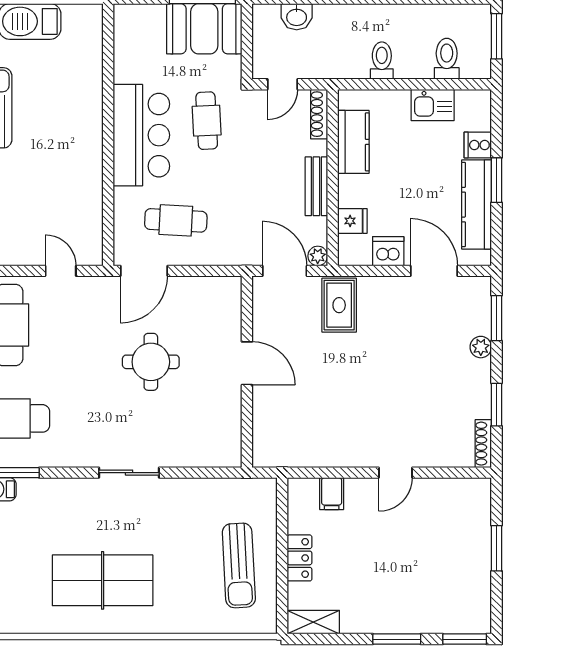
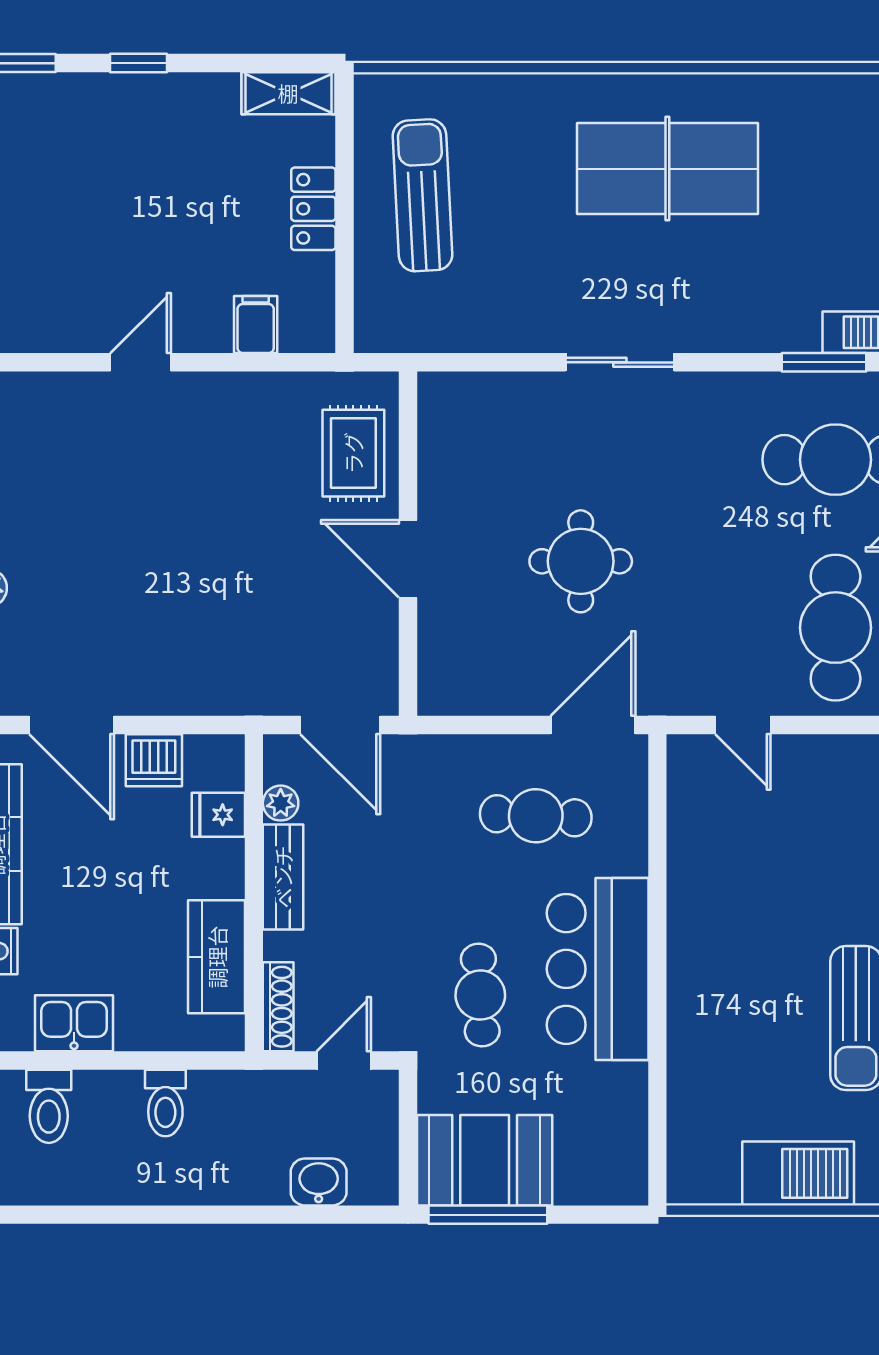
plant: (318, 256) -> (281, 803), moved
rug: (339, 305) -> (353, 453), moved
window: (397, 639) -> (138, 63), width x0.67

